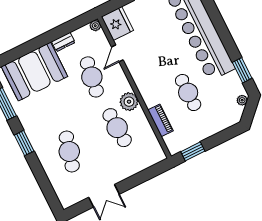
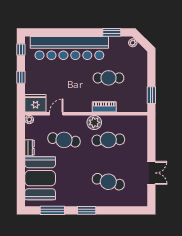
door: (117, 53) -> (56, 114), swing flipped
piano: (161, 120) -> (104, 107), moved

